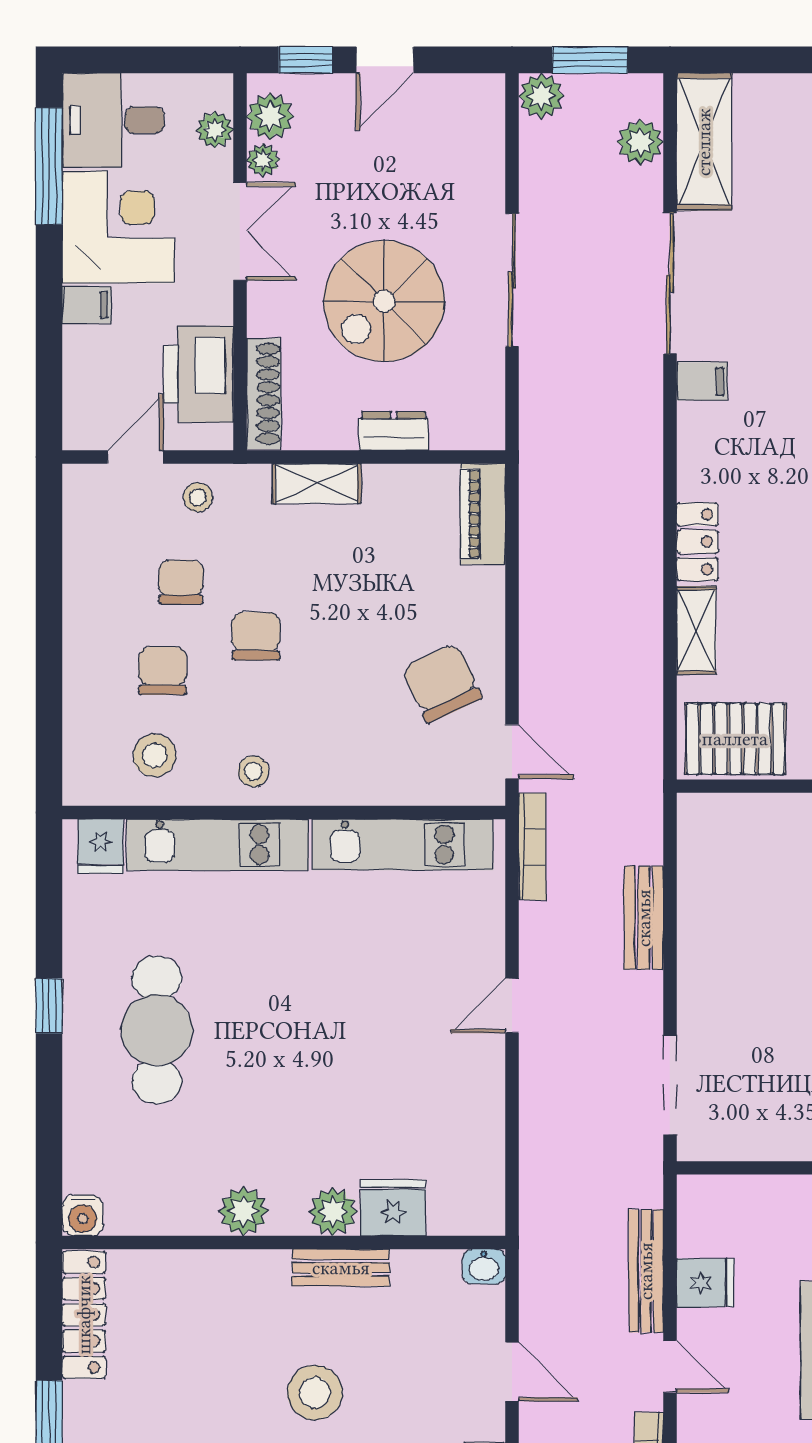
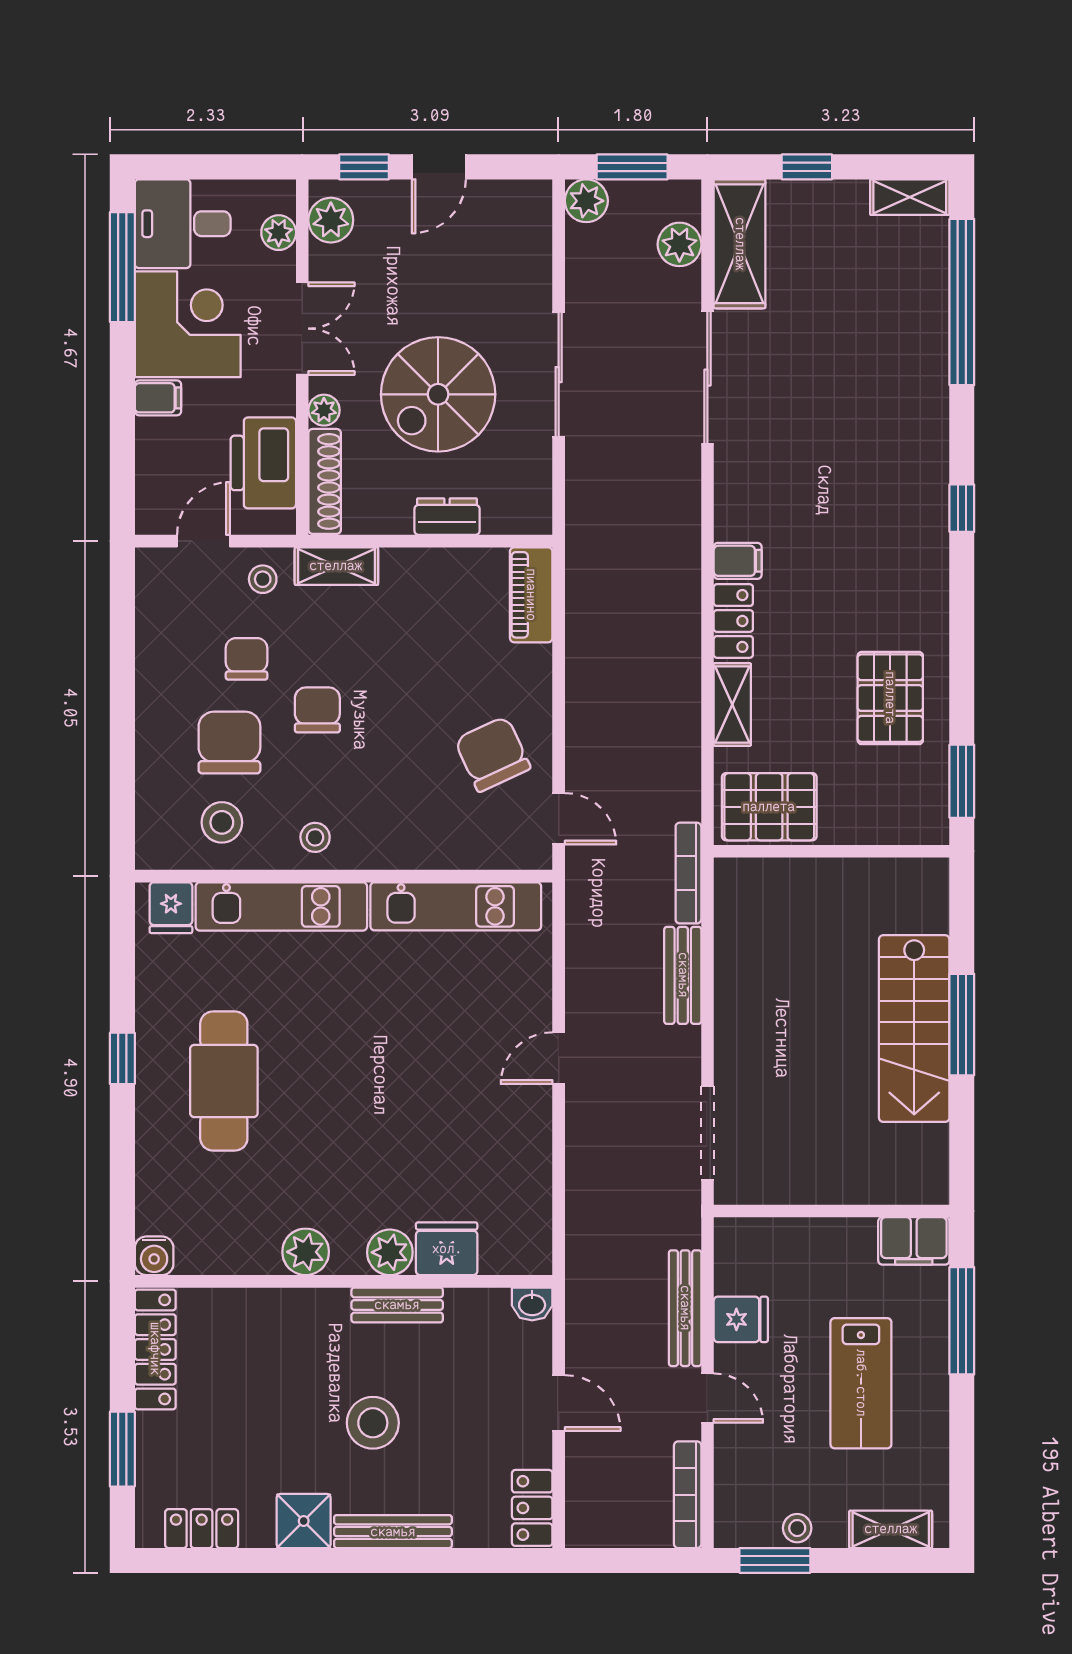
window: (775, 60) -> (807, 167), added
plant: (263, 160) -> (324, 410), moved
filing cabinet: (702, 381) -> (738, 561), moved
shelving: (317, 484) -> (336, 566), moved
chair: (163, 671) -> (229, 743), width x1.37, depth x1.37
bookcase: (532, 847) -> (688, 873), moved, turned 180

